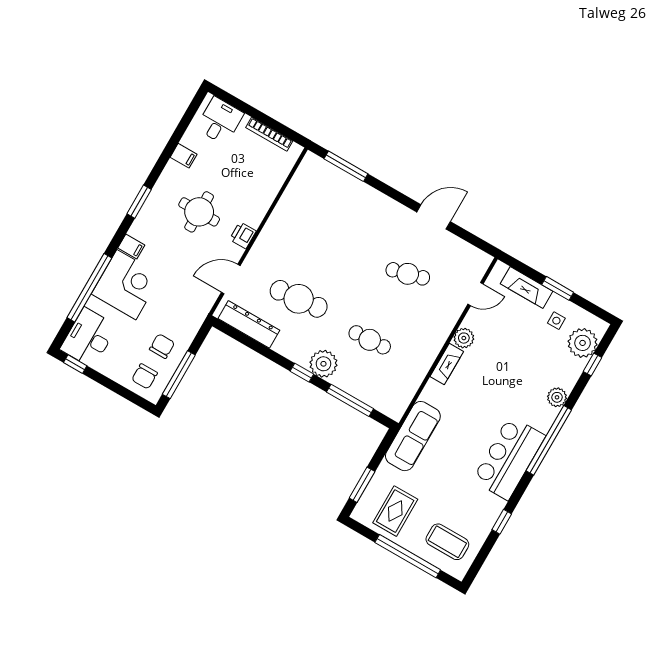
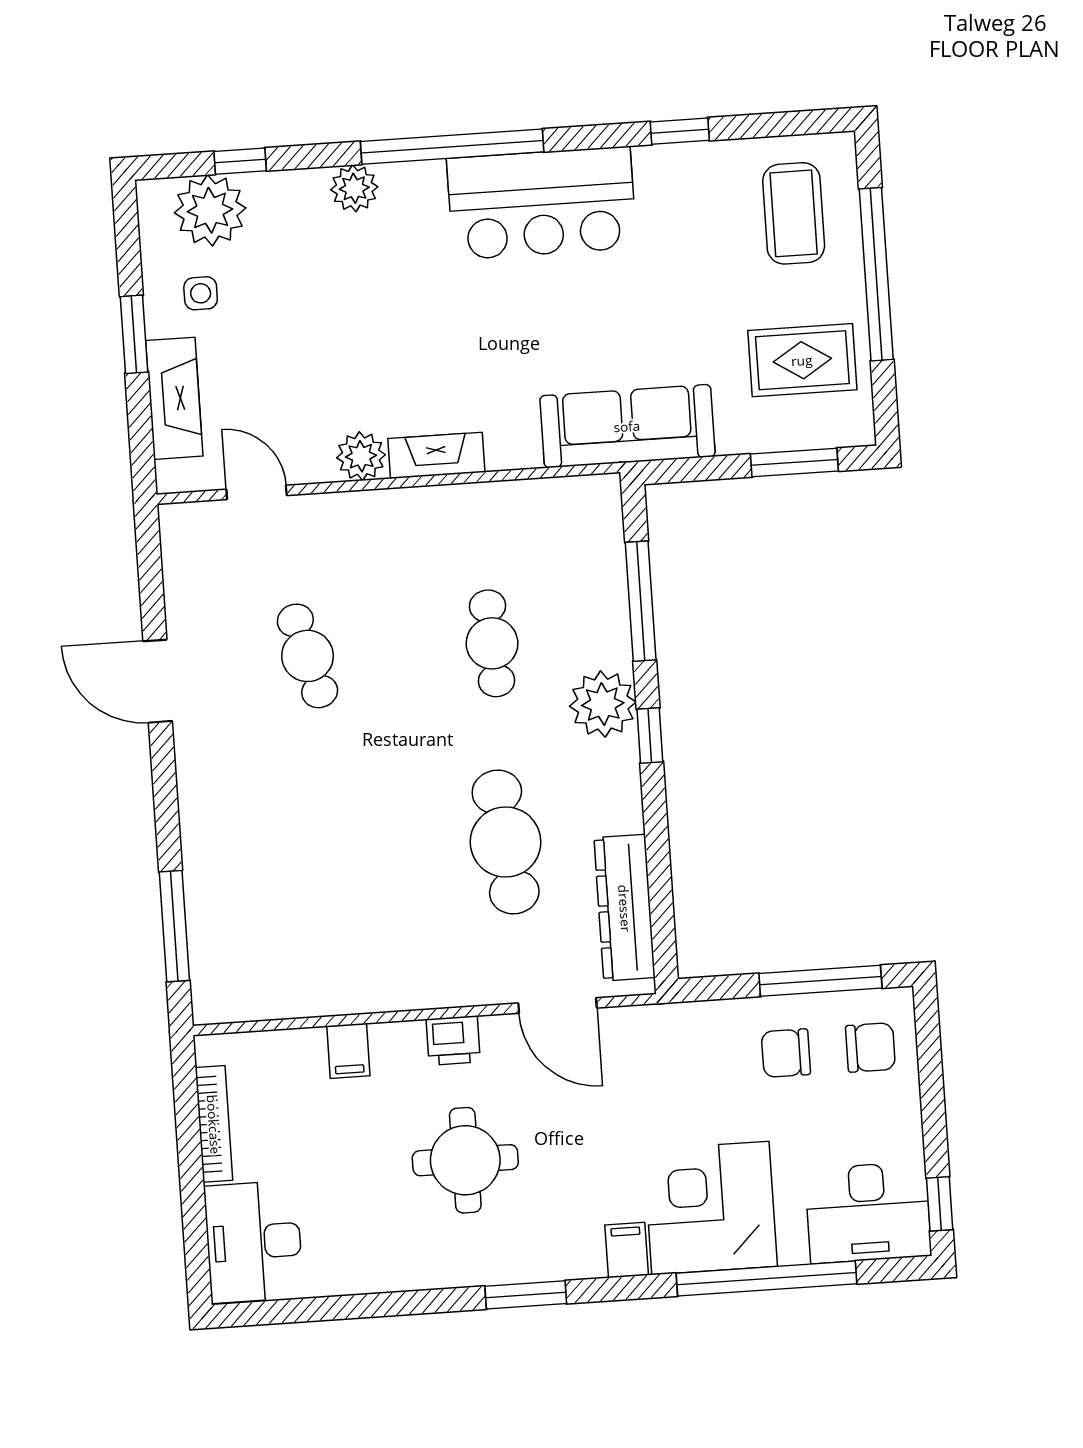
desk: (220, 121) -> (254, 1242), width x1.37
filing cabinet: (184, 156) -> (348, 1051), moved, turned 180

